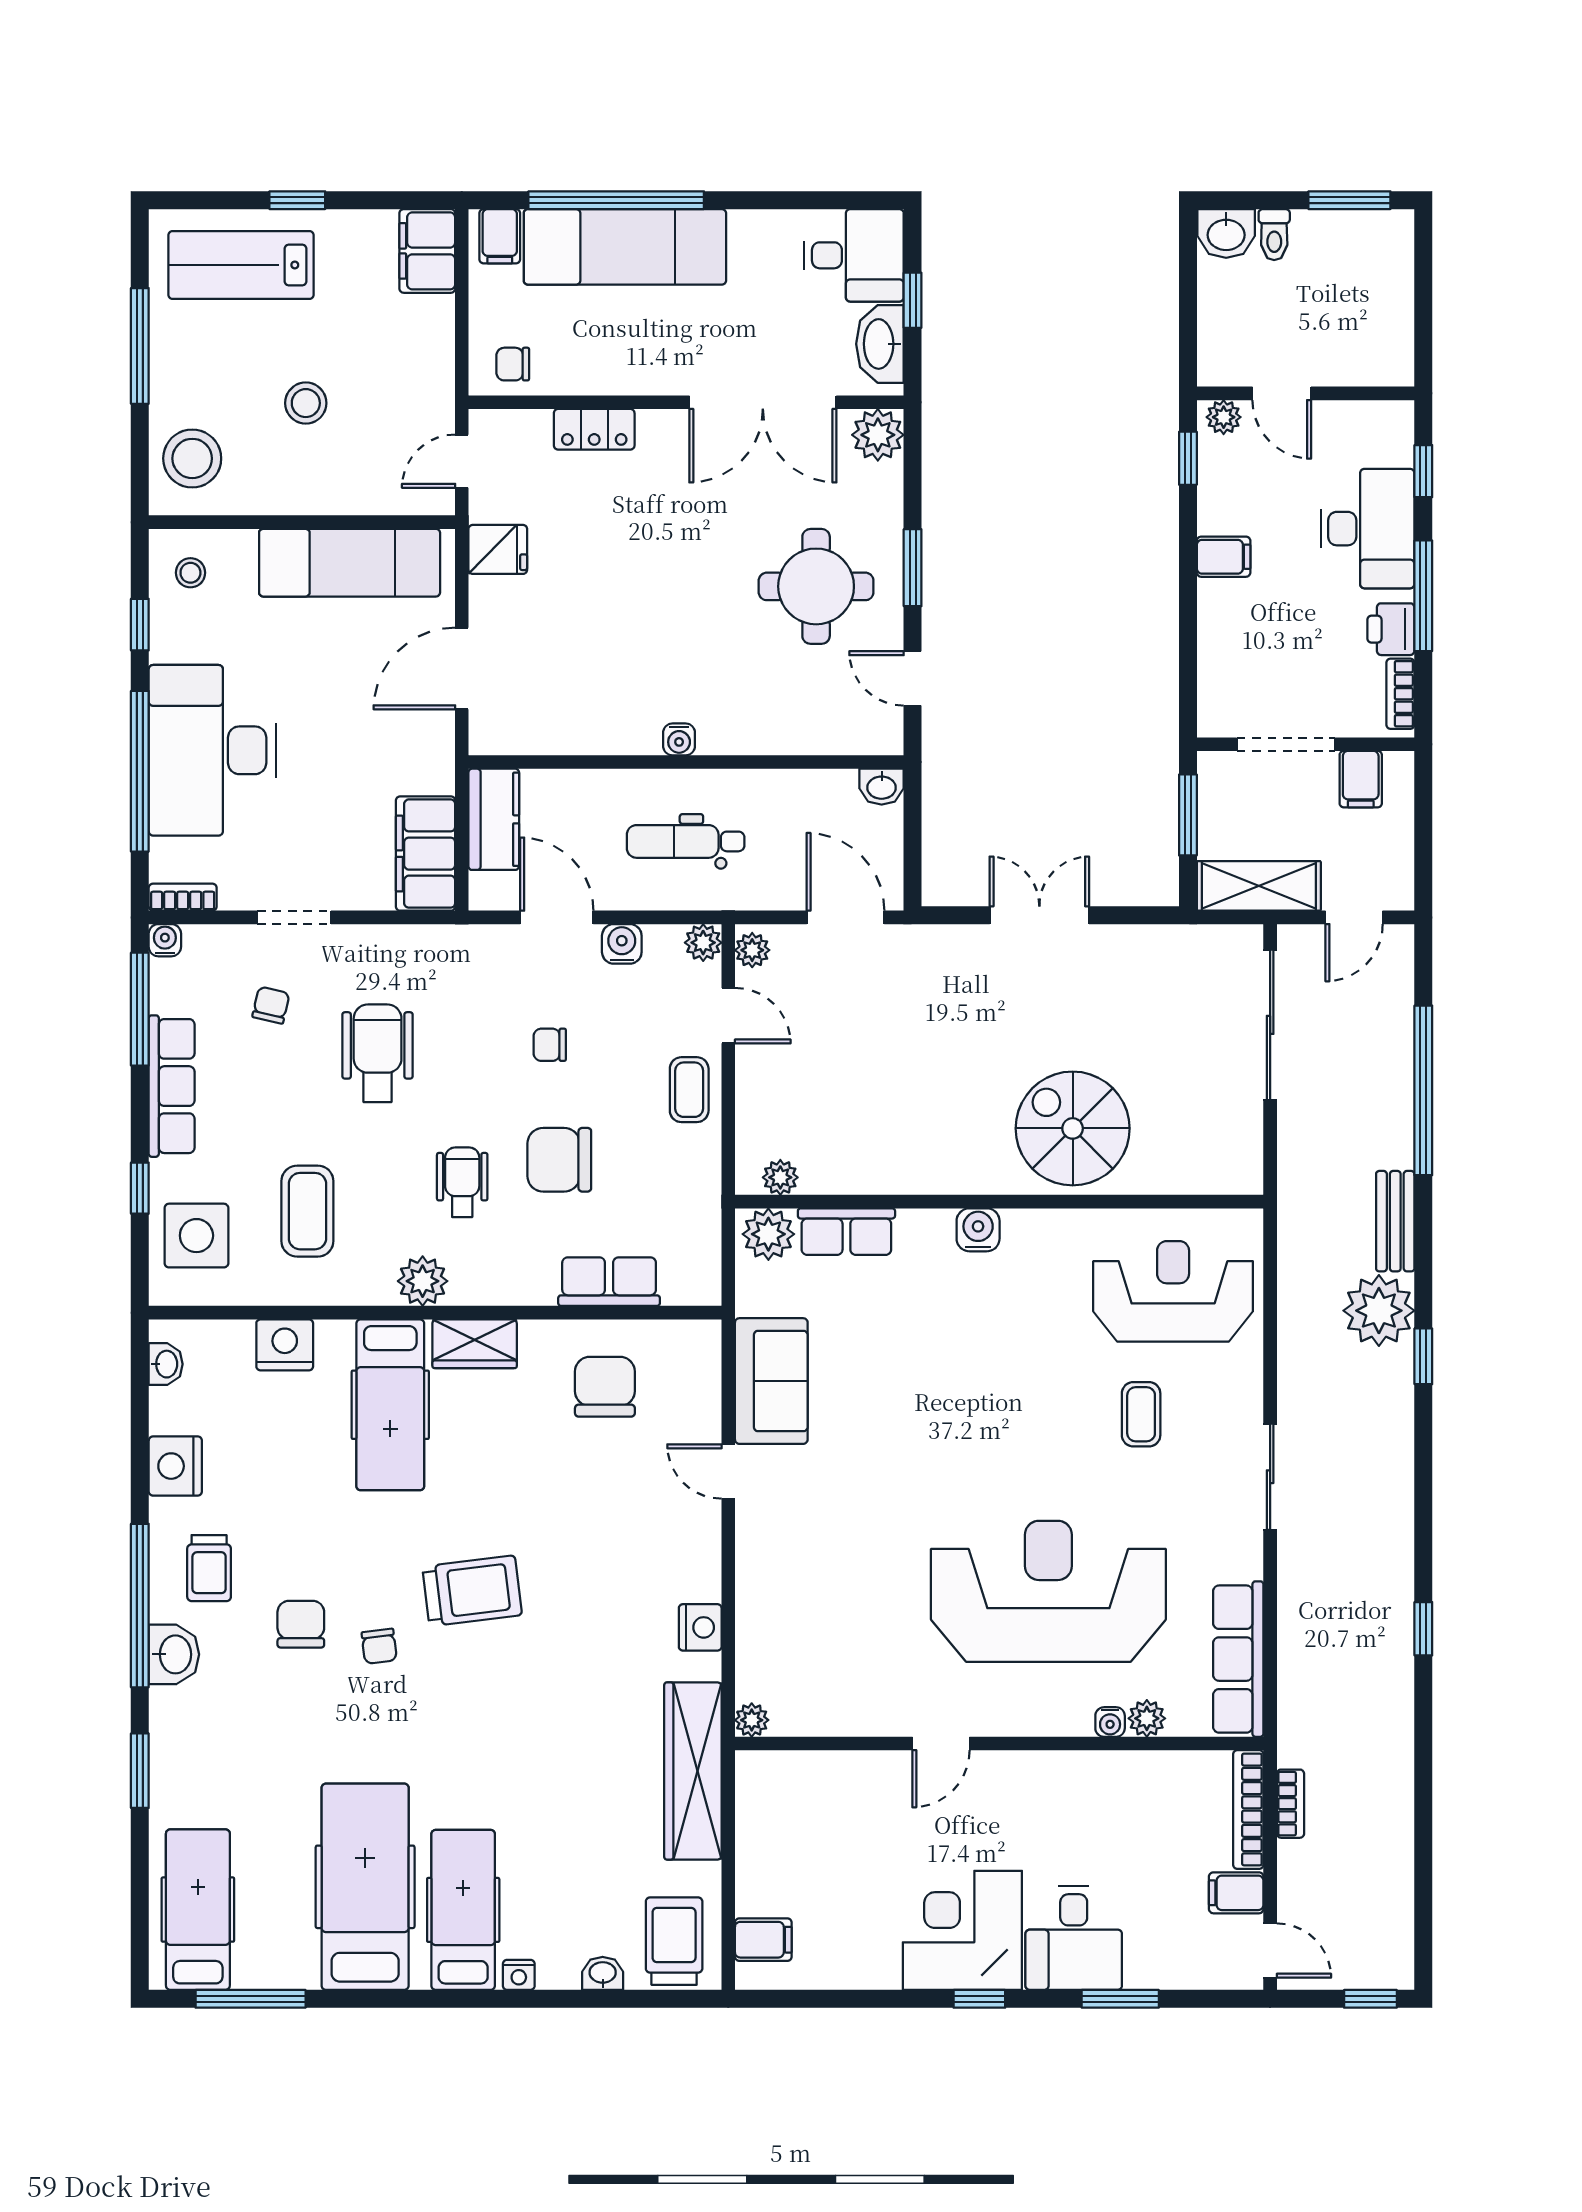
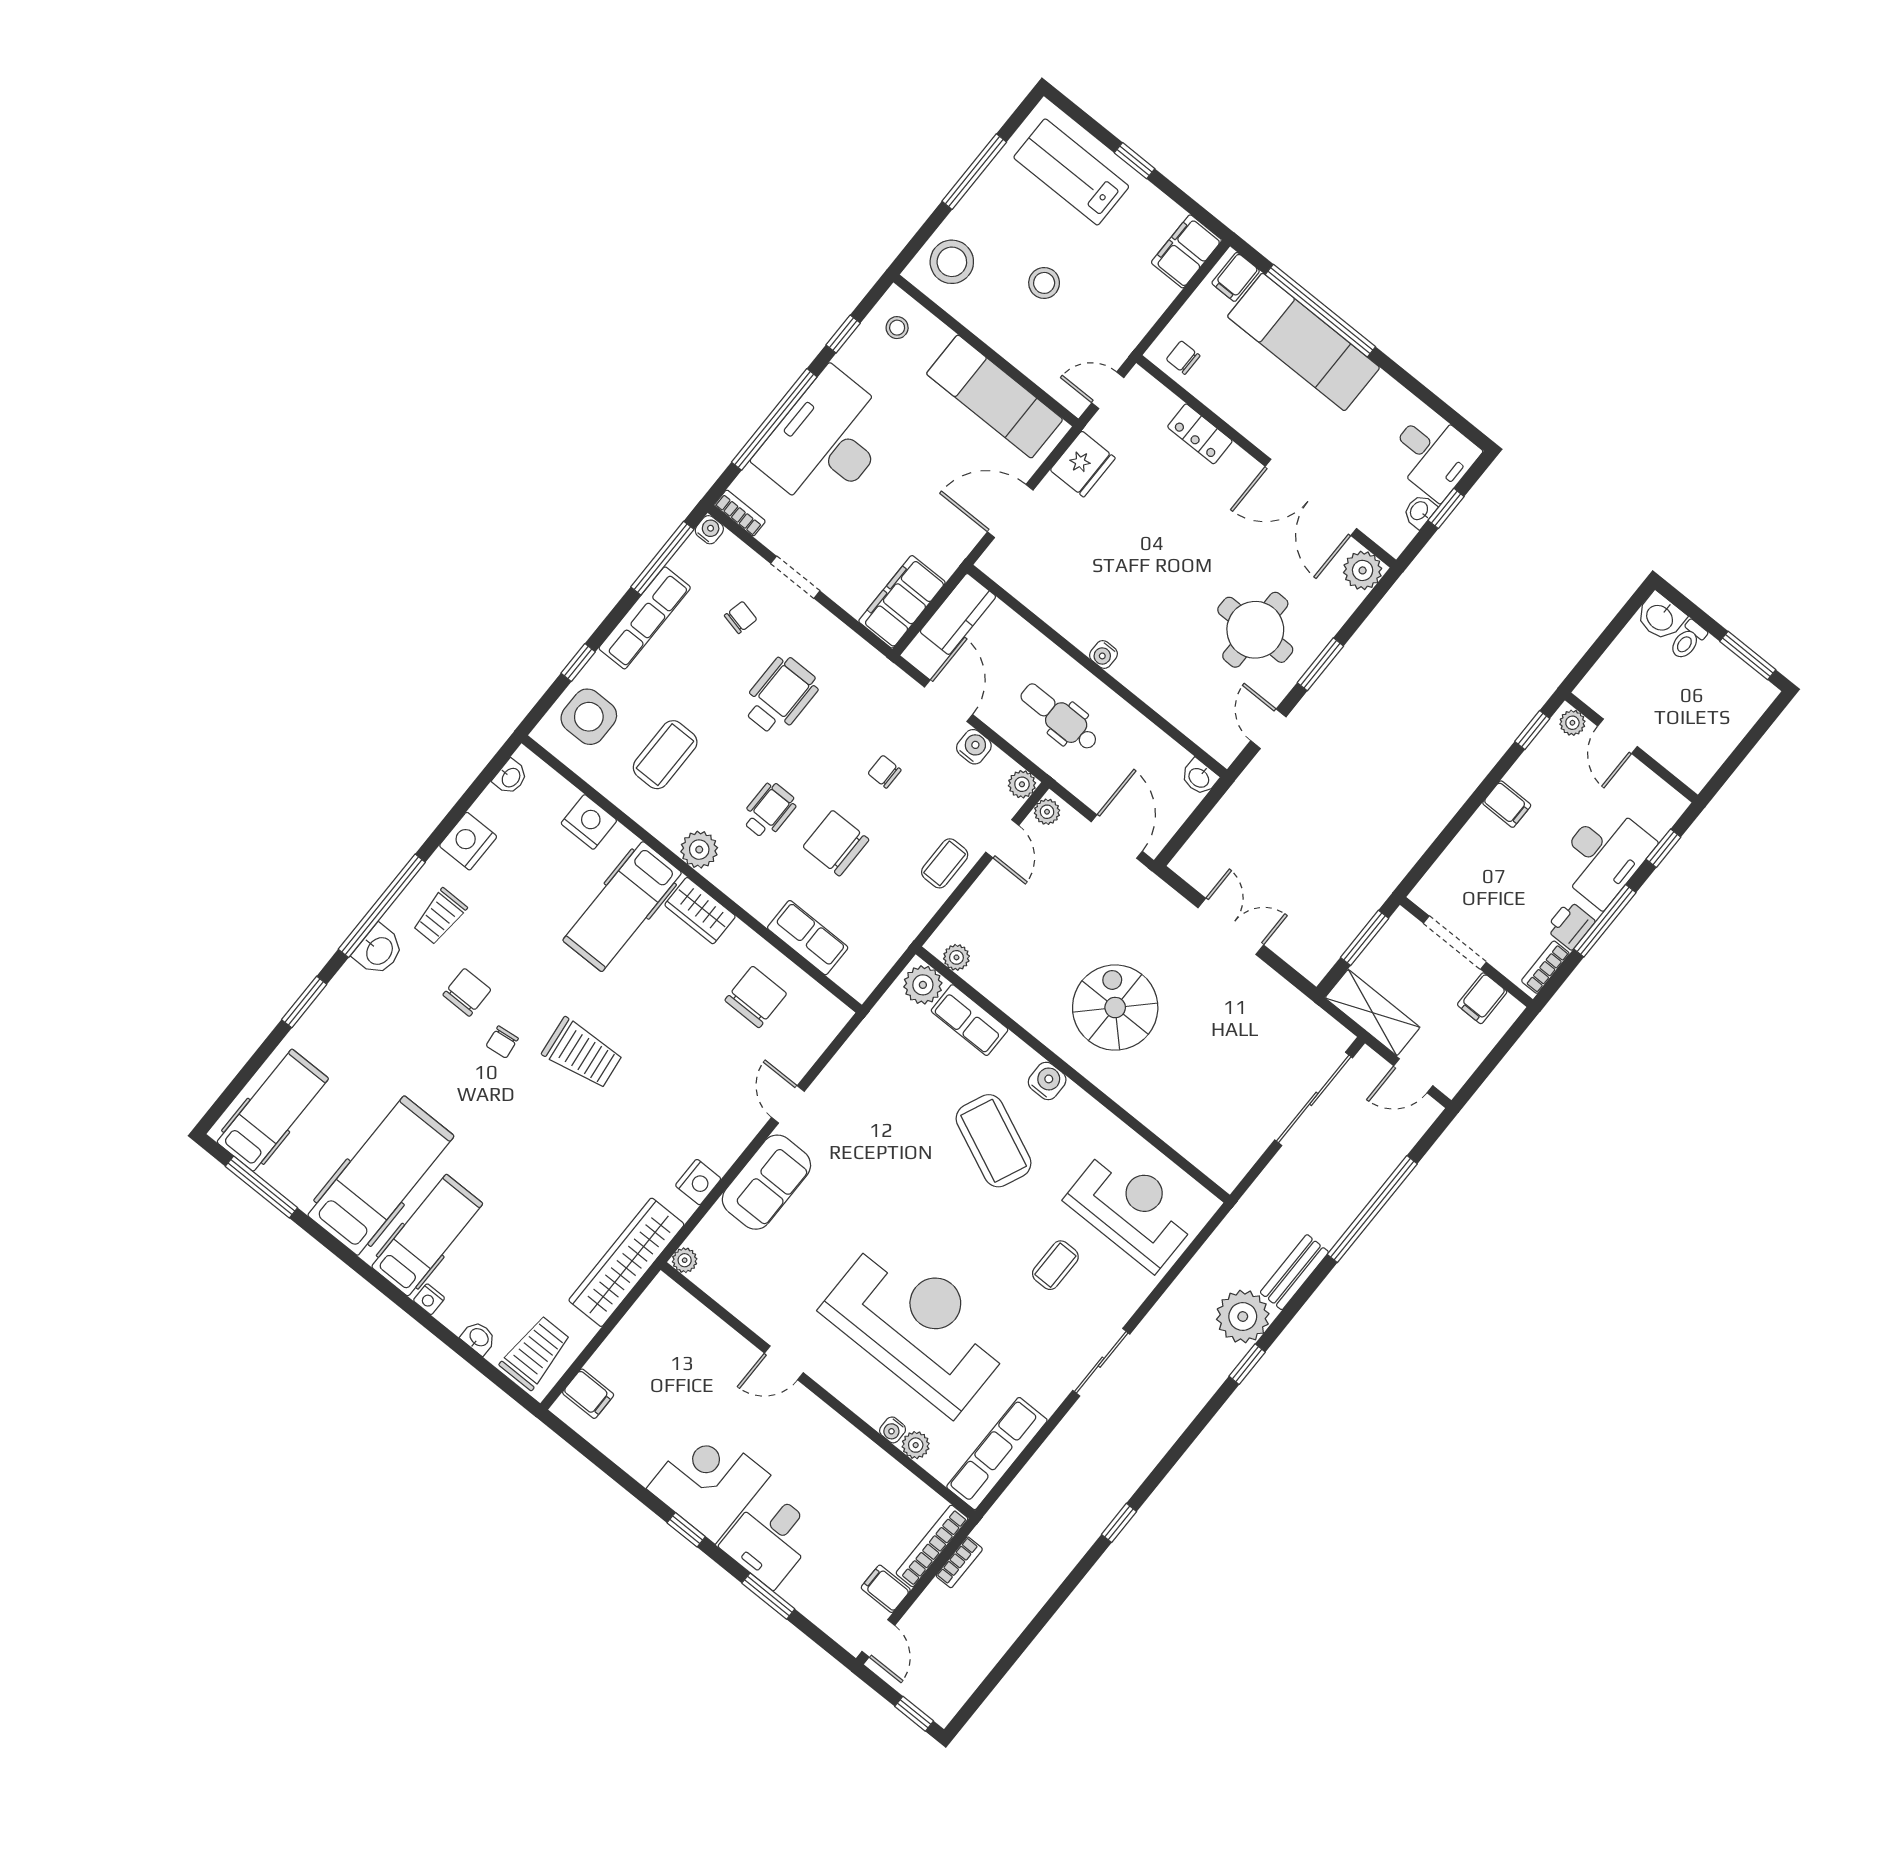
washbasin: (880, 344) -> (1420, 511), width x0.52, depth x0.69
fridge: (498, 549) -> (1083, 464), width x1.38
spiral stairs: (1073, 1128) -> (1115, 1008), moved
coffee table: (973, 1337) -> (994, 1141), added
sofa: (771, 1381) -> (766, 1182), moved

